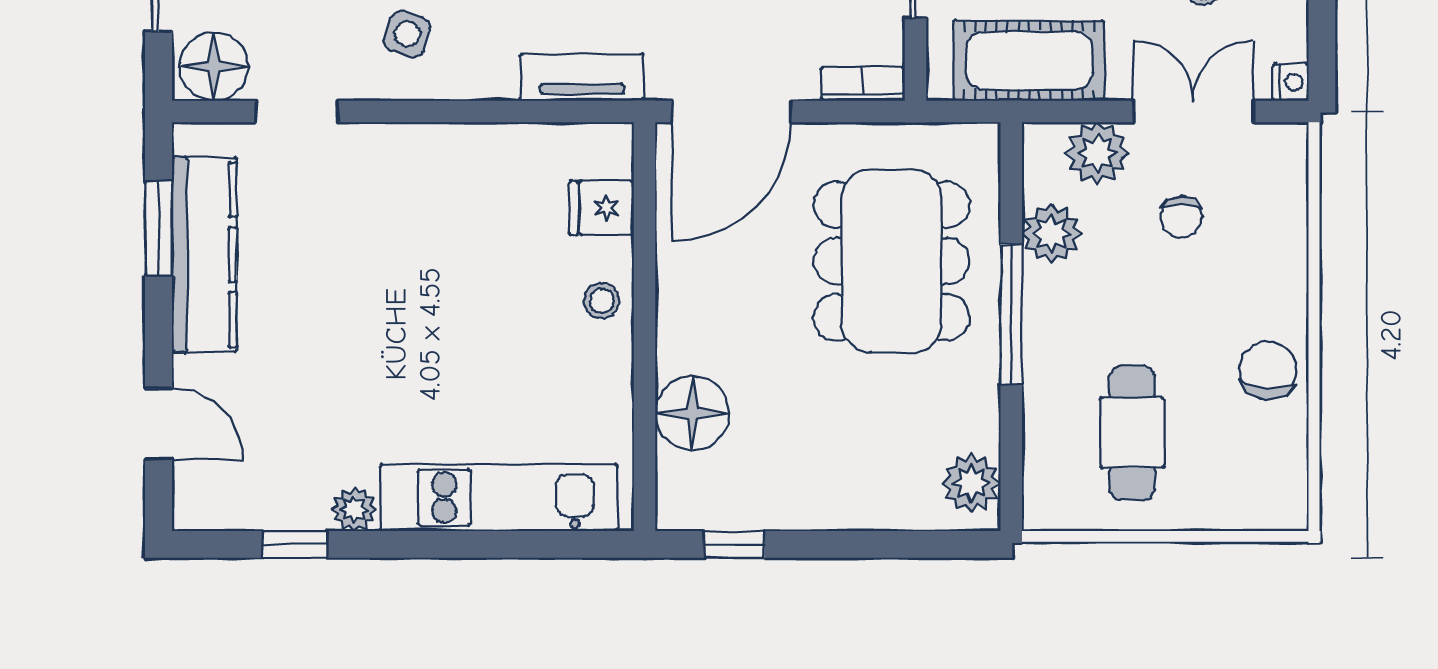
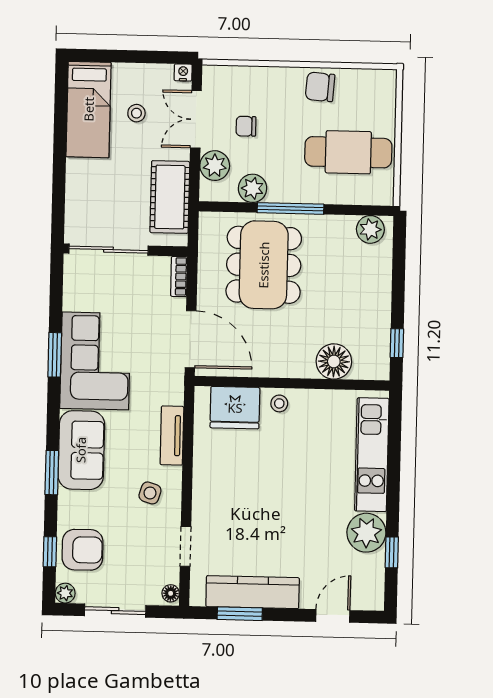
floor lamp: (214, 67) -> (171, 593), width x0.53, depth x0.53
tv unit: (582, 77) -> (172, 436), moved
fridge: (602, 208) -> (235, 408), width x1.88, depth x1.34
chair: (1181, 217) -> (246, 126), turned 180
dining table: (892, 261) -> (264, 265), turned 90
cafe table: (1132, 433) -> (348, 152), width x1.37, depth x1.35
plant: (354, 509) -> (366, 533), width x1.87, depth x1.87

